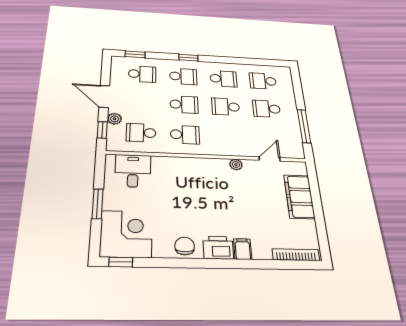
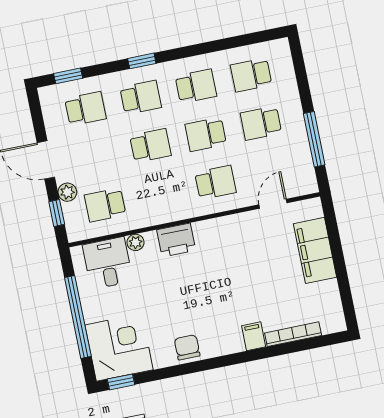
school desk: (185, 135) -> (215, 182), moved
plant: (236, 165) -> (136, 242), moved
window: (98, 204) -> (78, 317), width x2.11
printer: (218, 248) -> (176, 240), moved, turned 180
bookcase: (296, 255) -> (293, 334), moved

